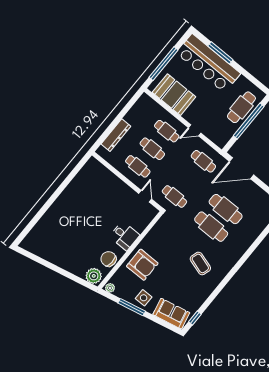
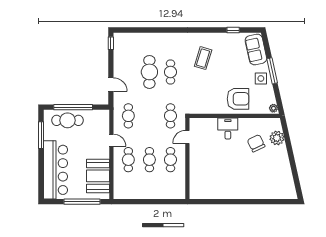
window: (220, 53) -> (41, 135), moved
dresser: (116, 135) -> (161, 194), removed
door: (242, 168) -> (111, 85), width x0.53
cafe table: (211, 227) -> (170, 72), width x0.73, depth x0.74
chair: (109, 259) -> (256, 143), moved, turned 151
armchair: (142, 265) -> (238, 99), turned 90
plant: (94, 276) -> (277, 138), moved
window: (132, 307) -> (272, 71), moved
window: (195, 318) -> (233, 30), moved

